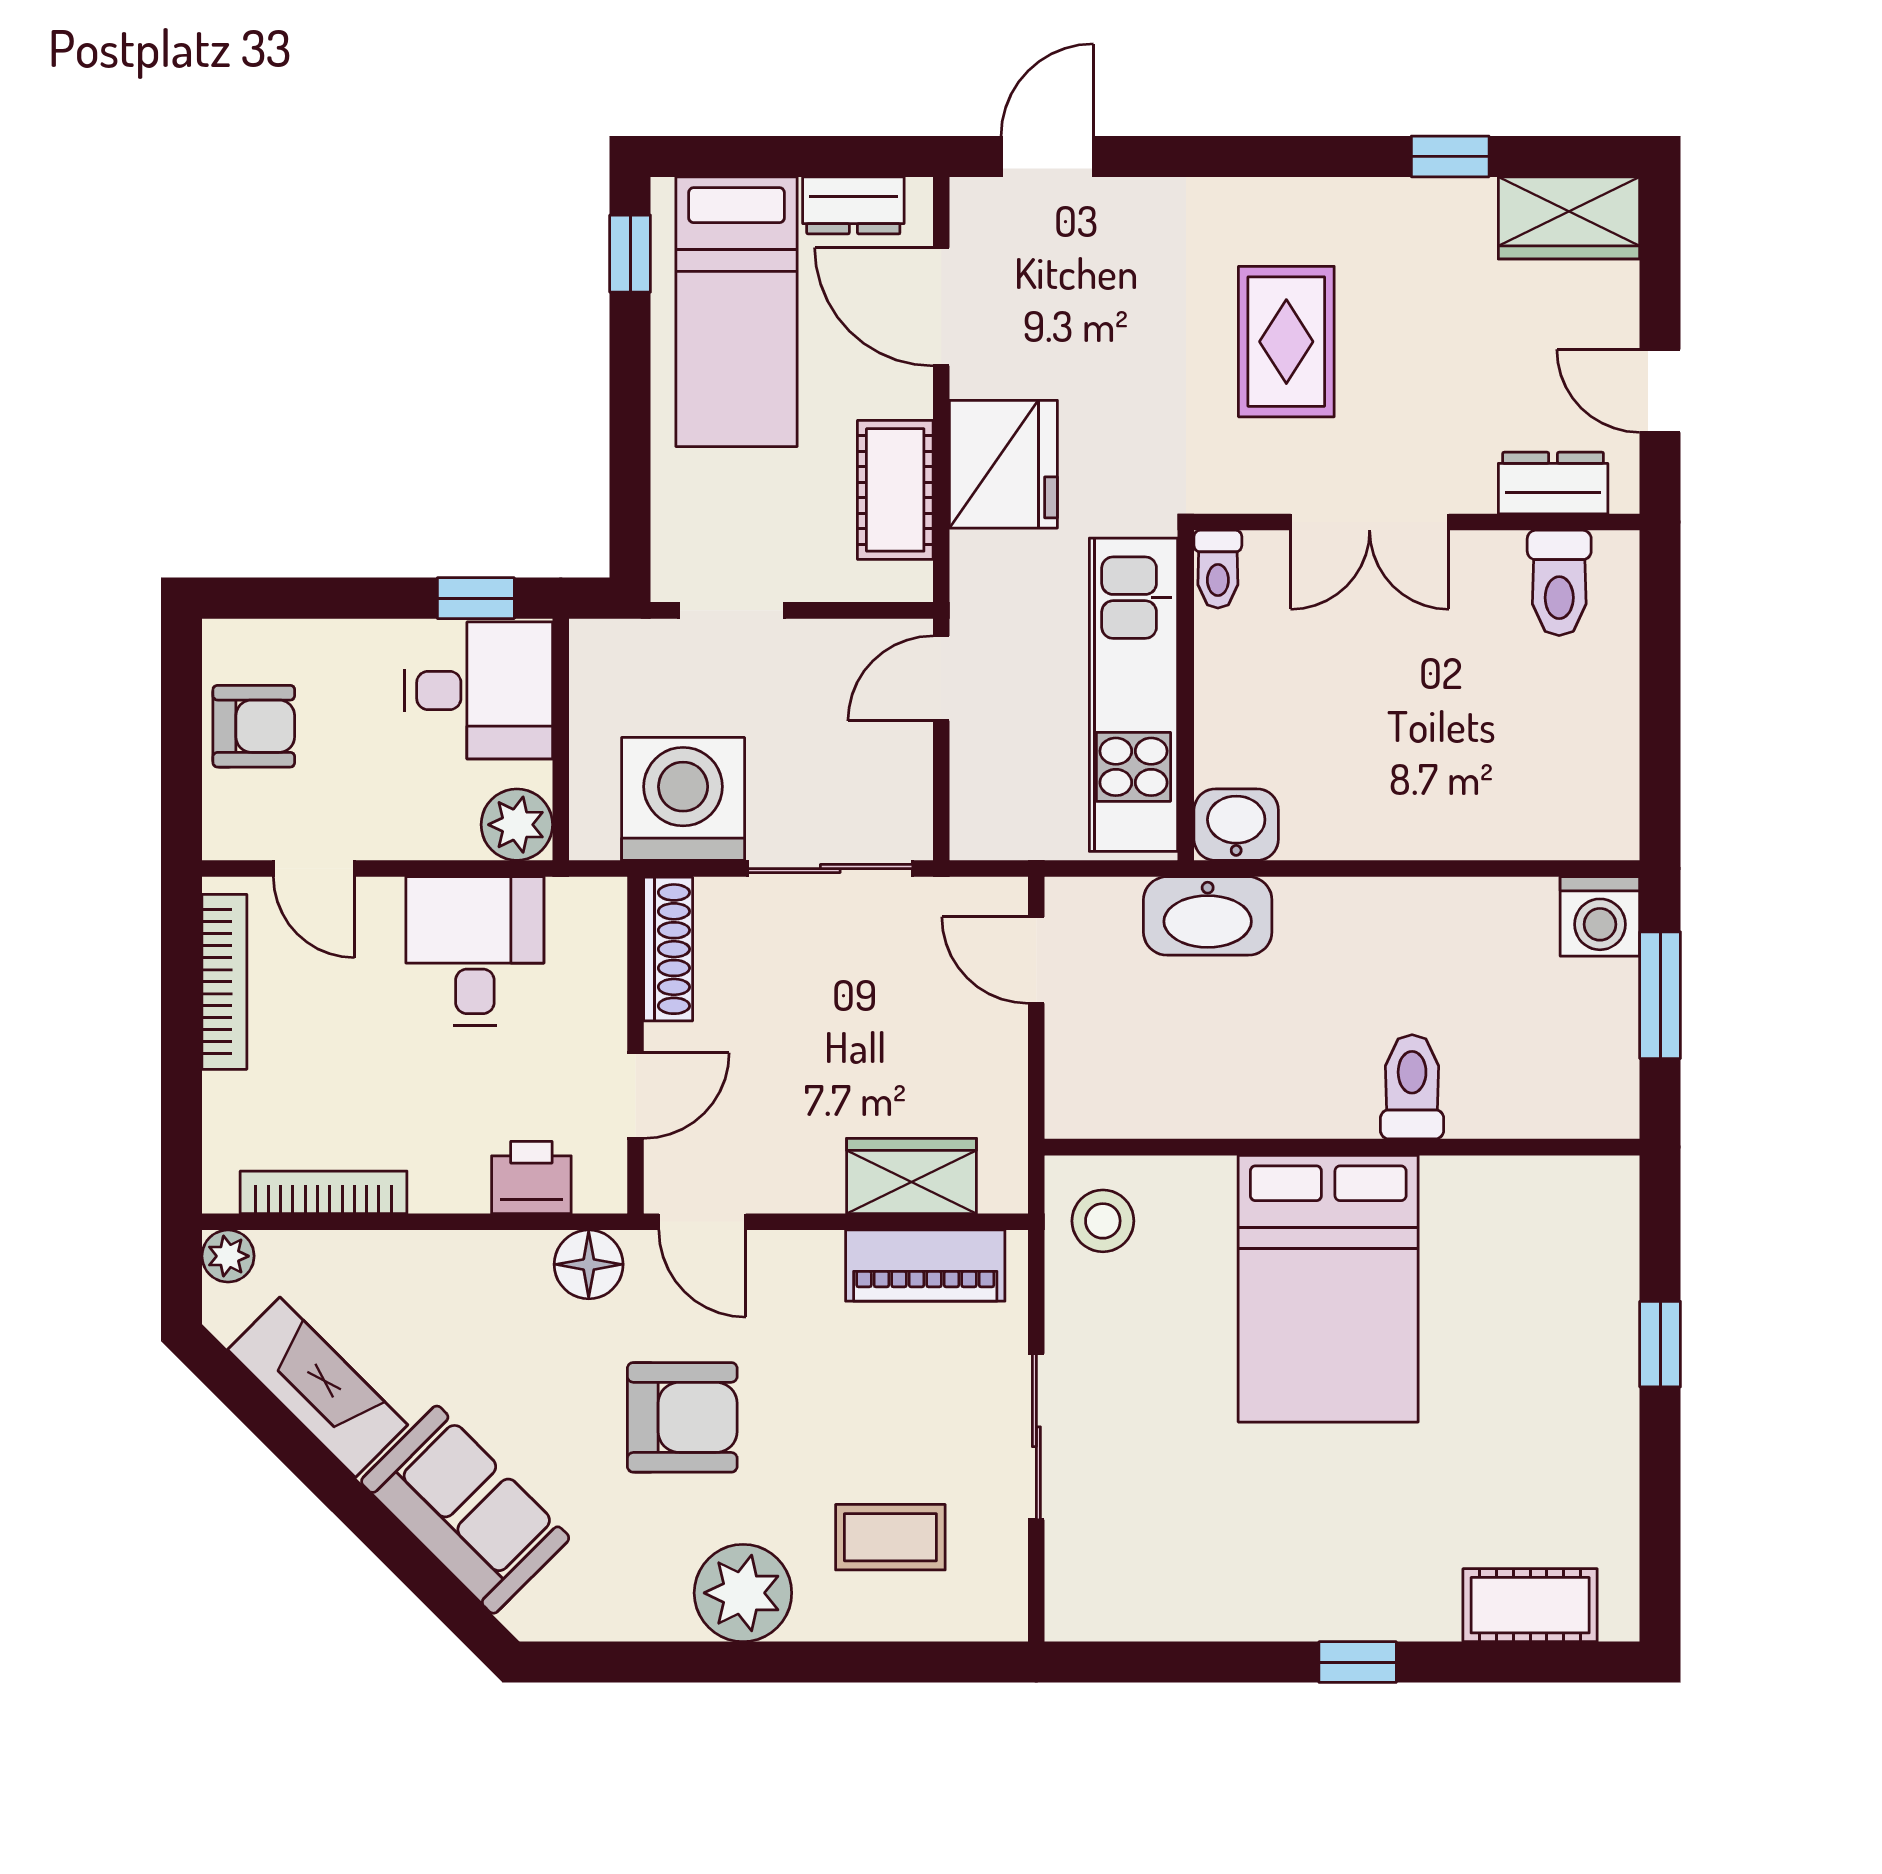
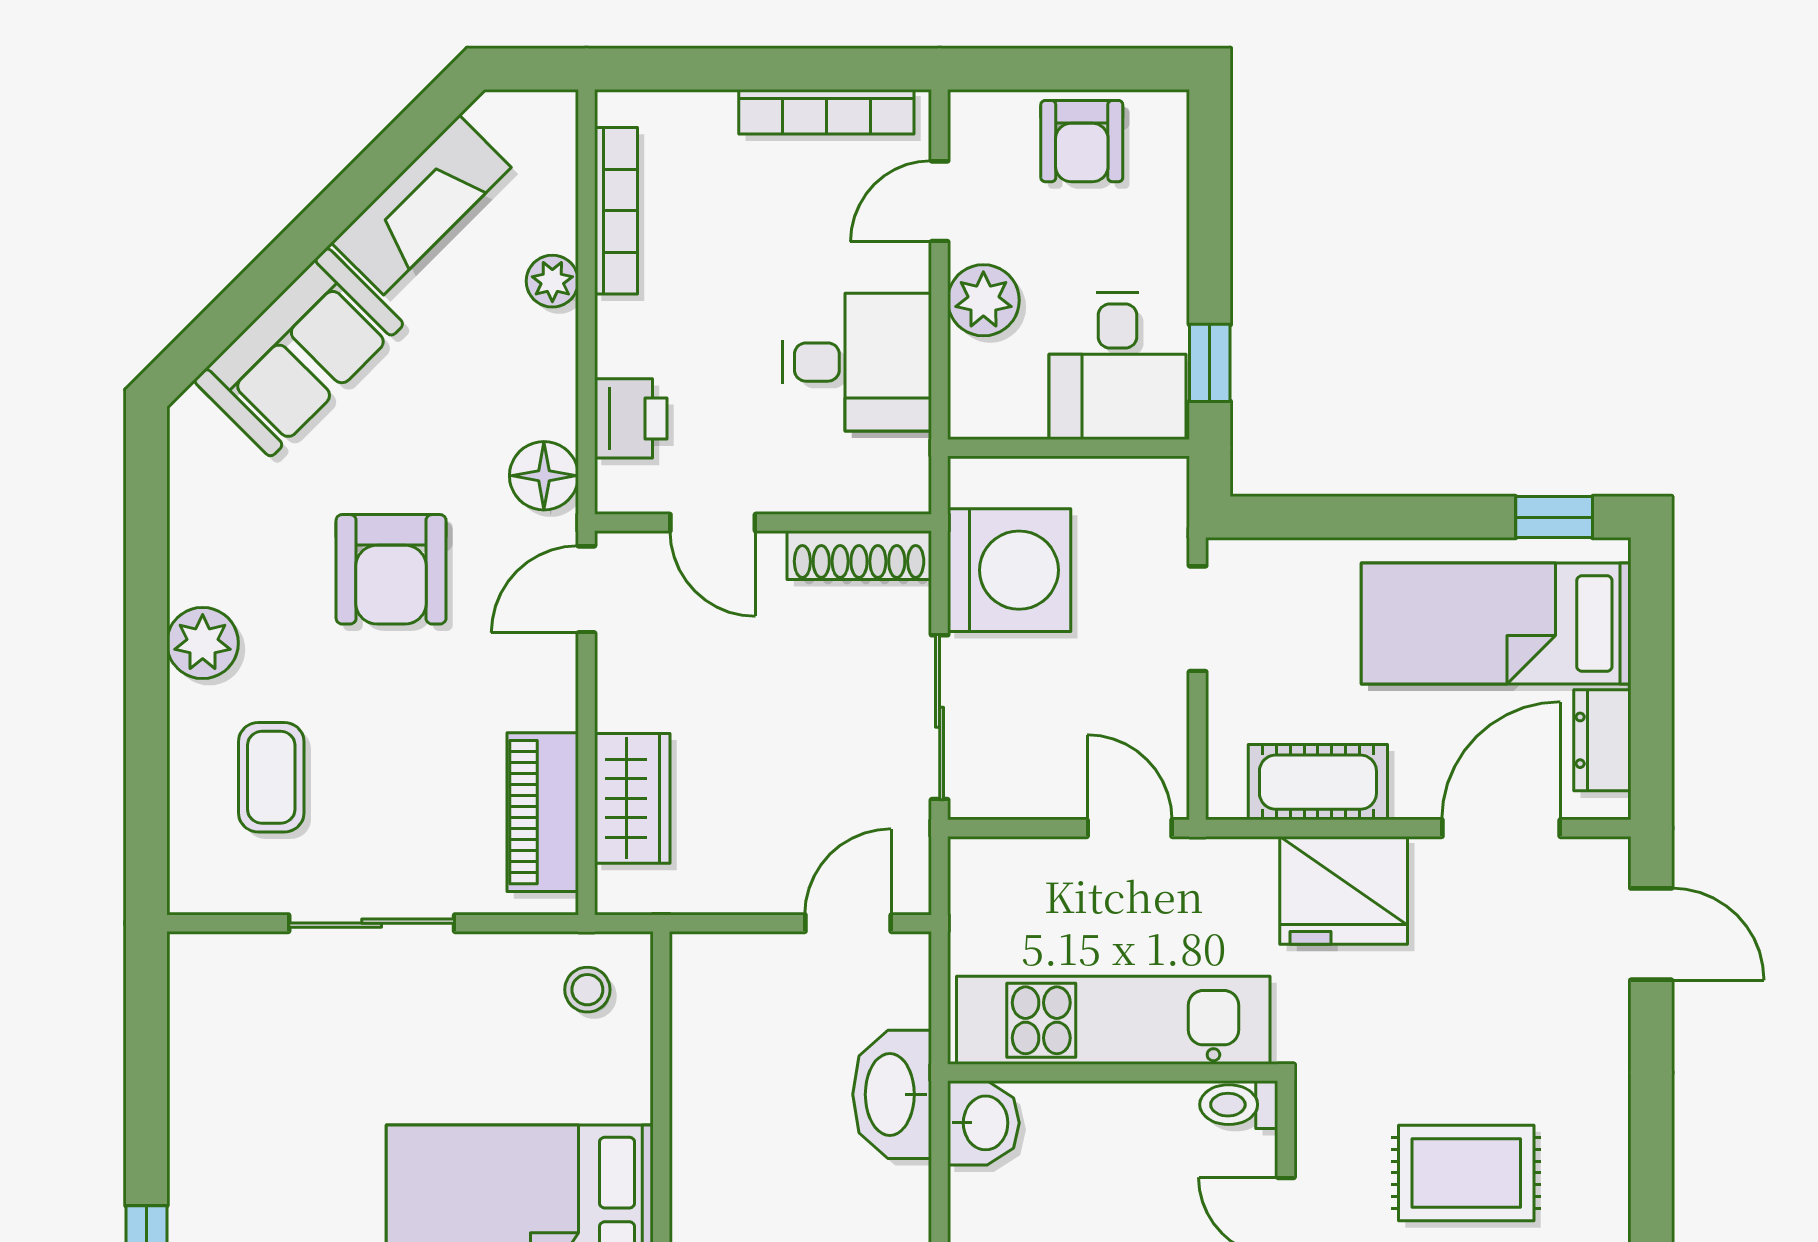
plant: (517, 825) -> (983, 300), moved
stool: (1103, 1221) -> (587, 990), width x0.73, depth x0.73
plant: (228, 1256) -> (552, 281), moved
plant: (743, 1593) -> (203, 643), width x0.73, depth x0.73

